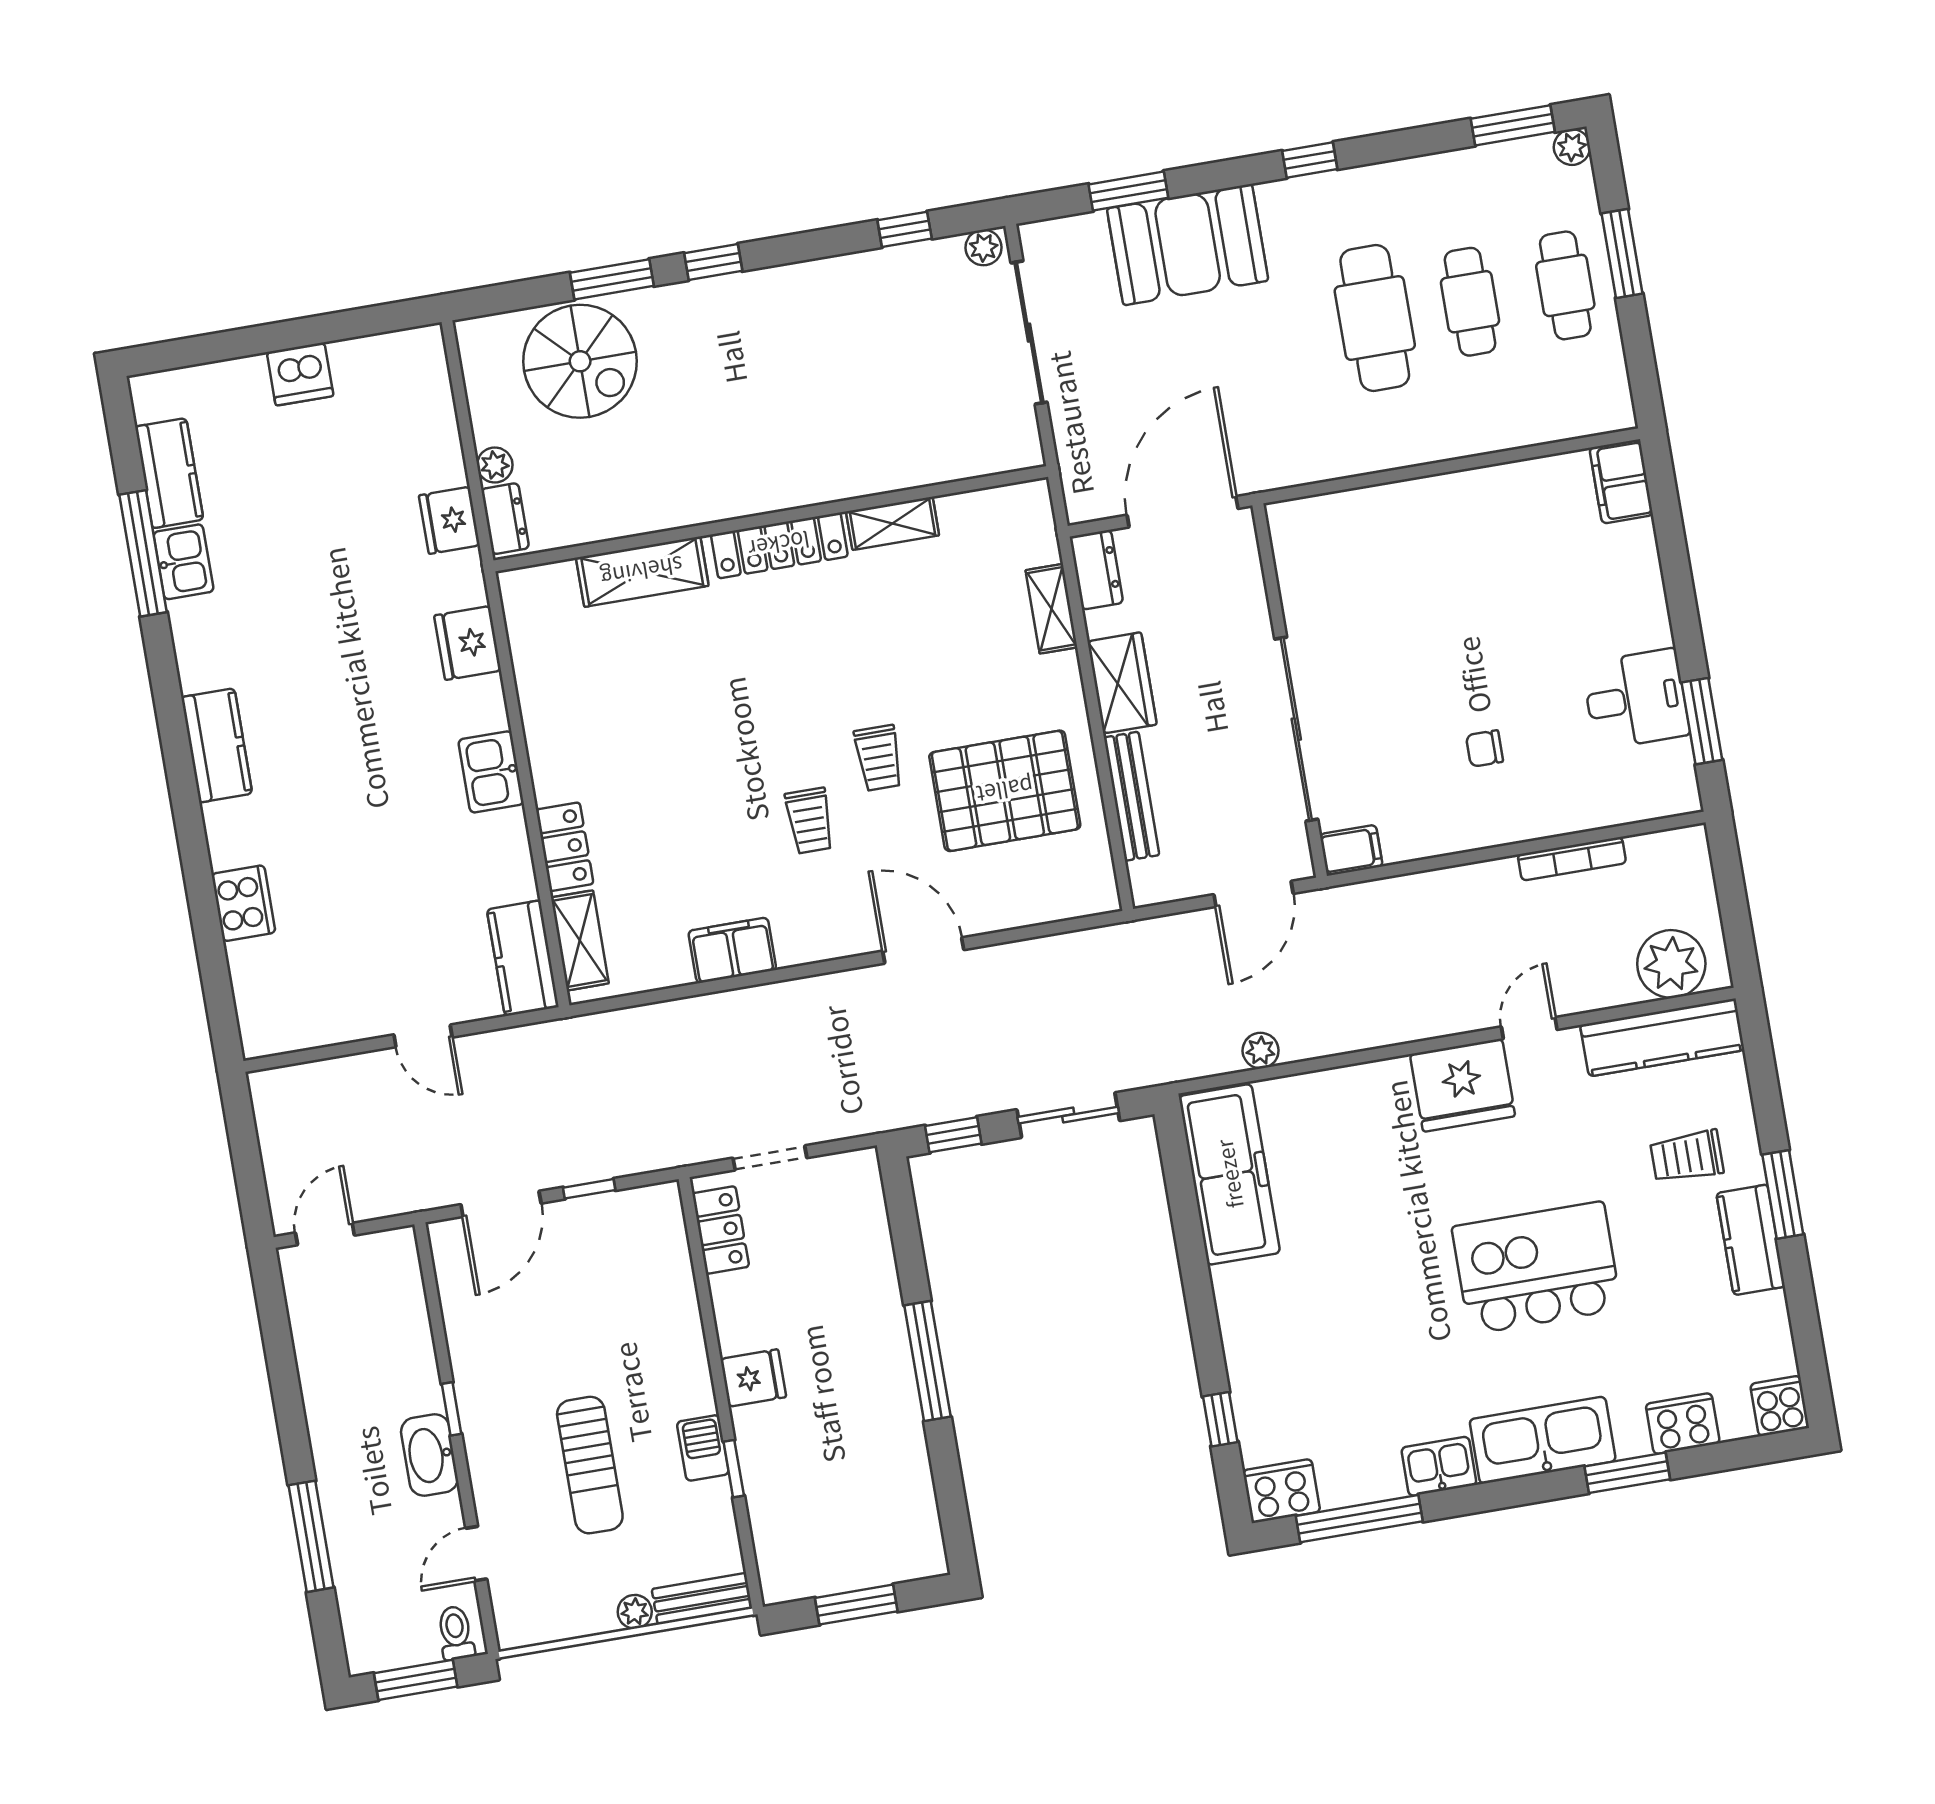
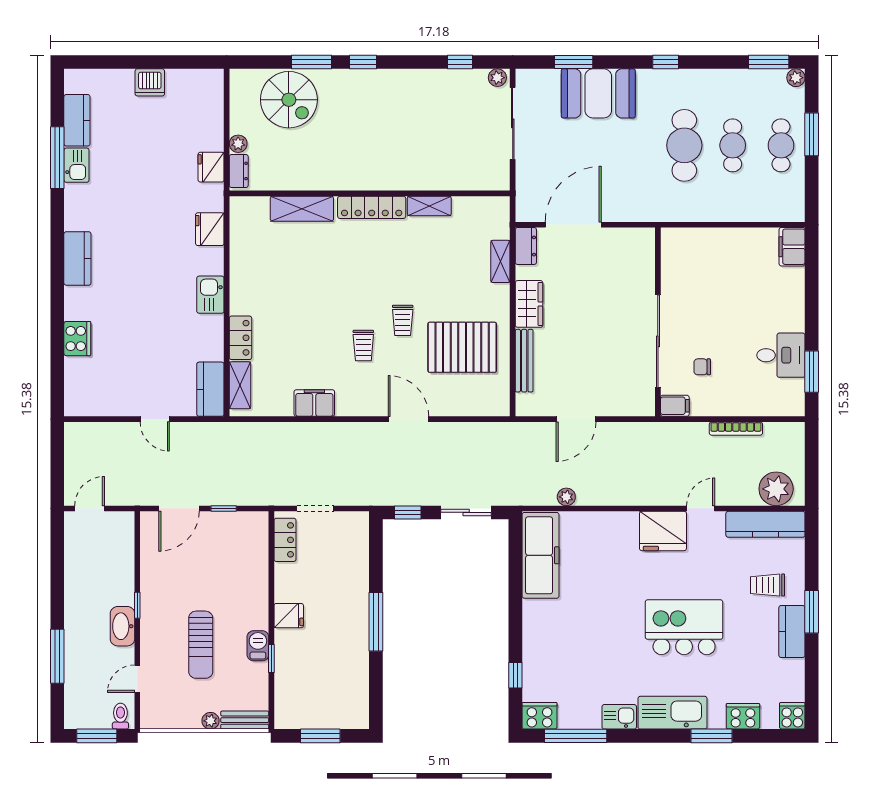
wall: (1290, 691) -> (658, 322), moved
sliding door: (1296, 729) -> (658, 341), moved
filing cabinet: (1351, 850) -> (675, 406), moved

